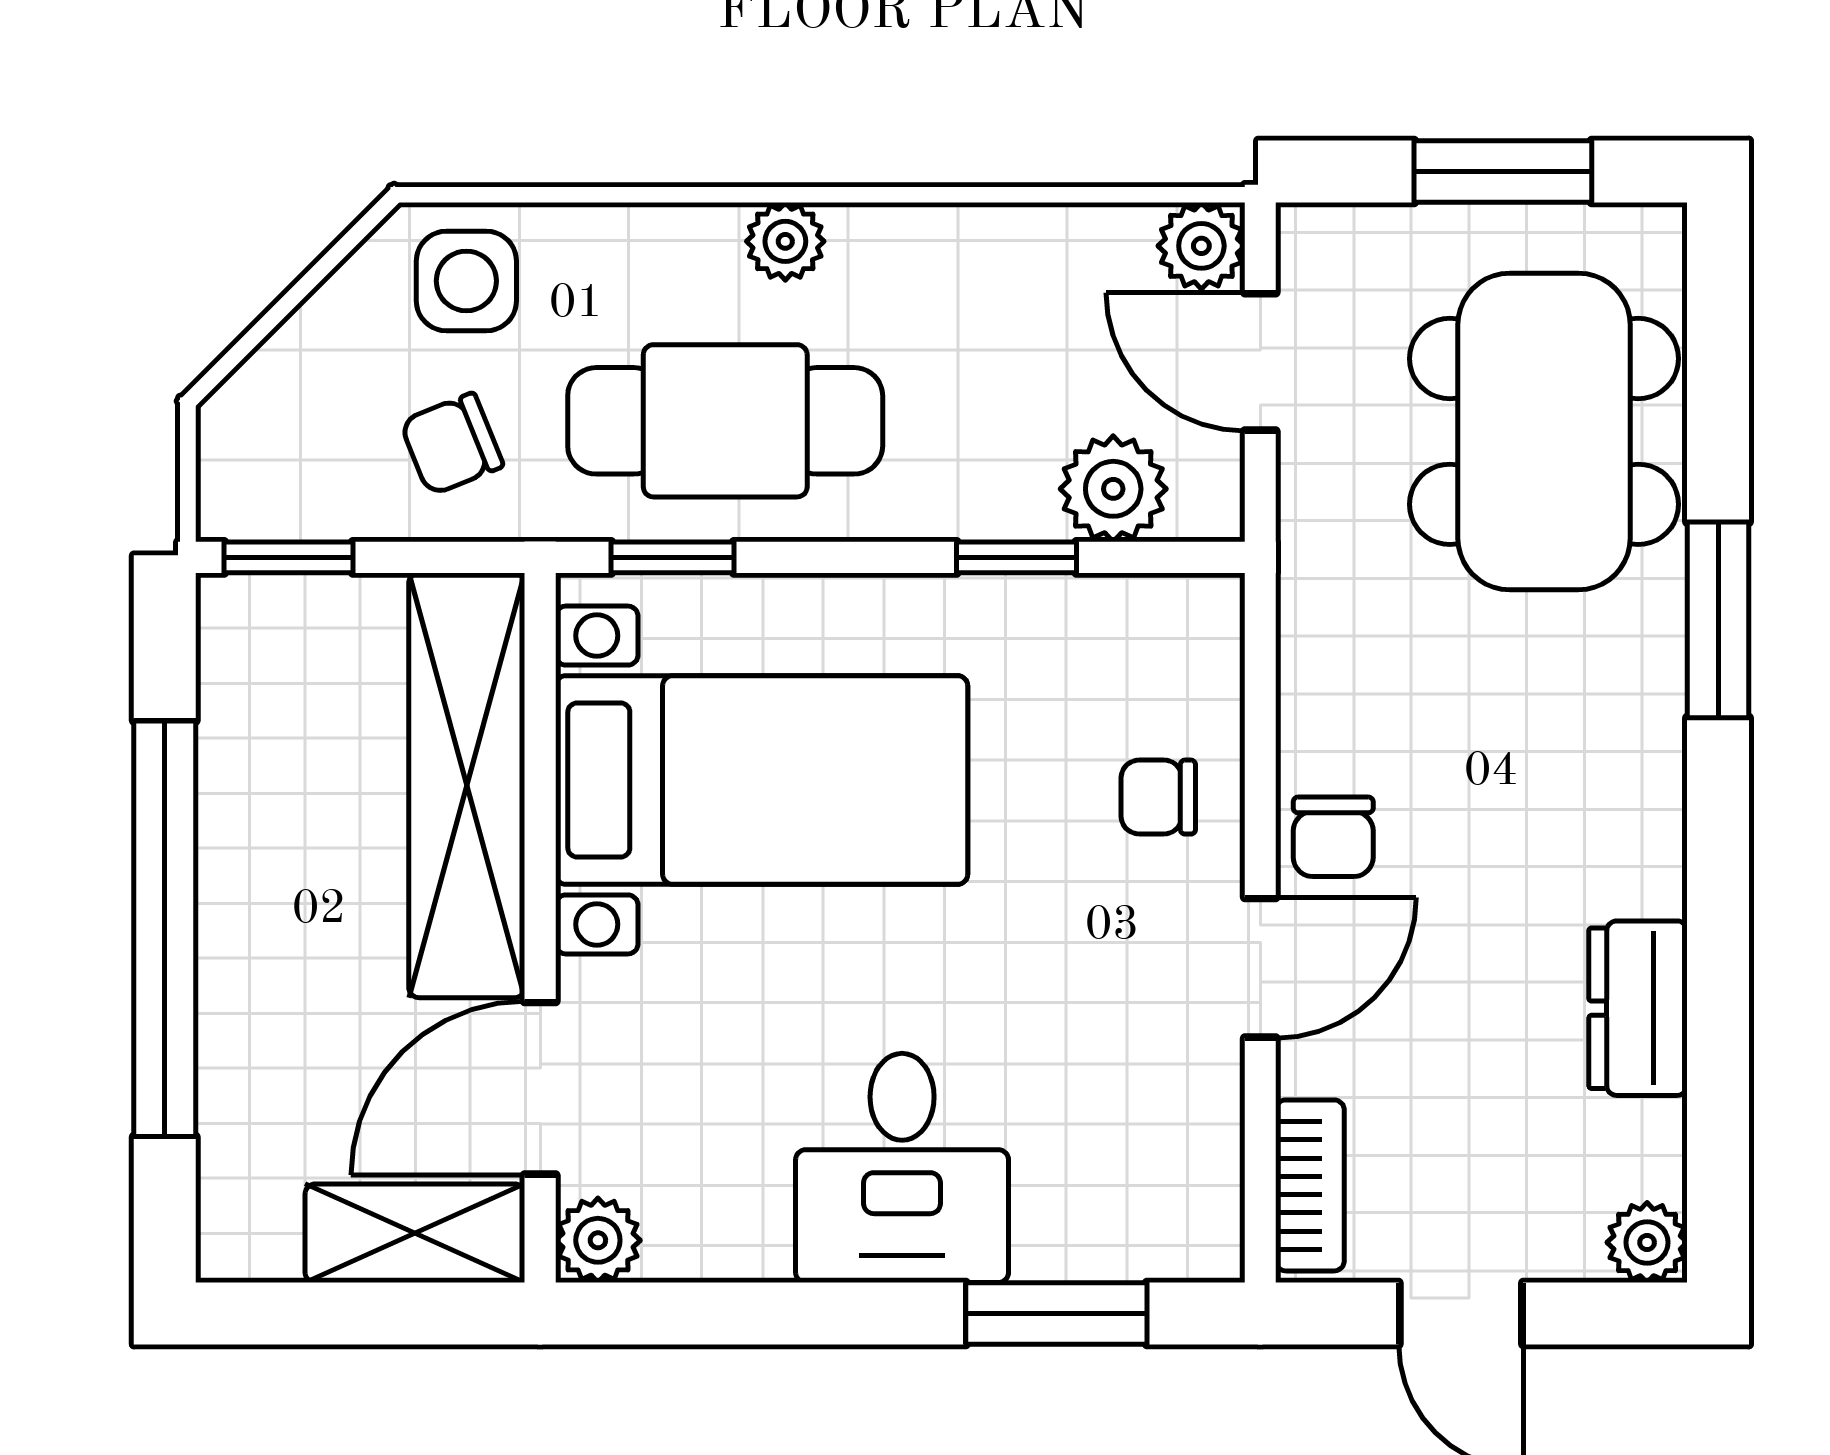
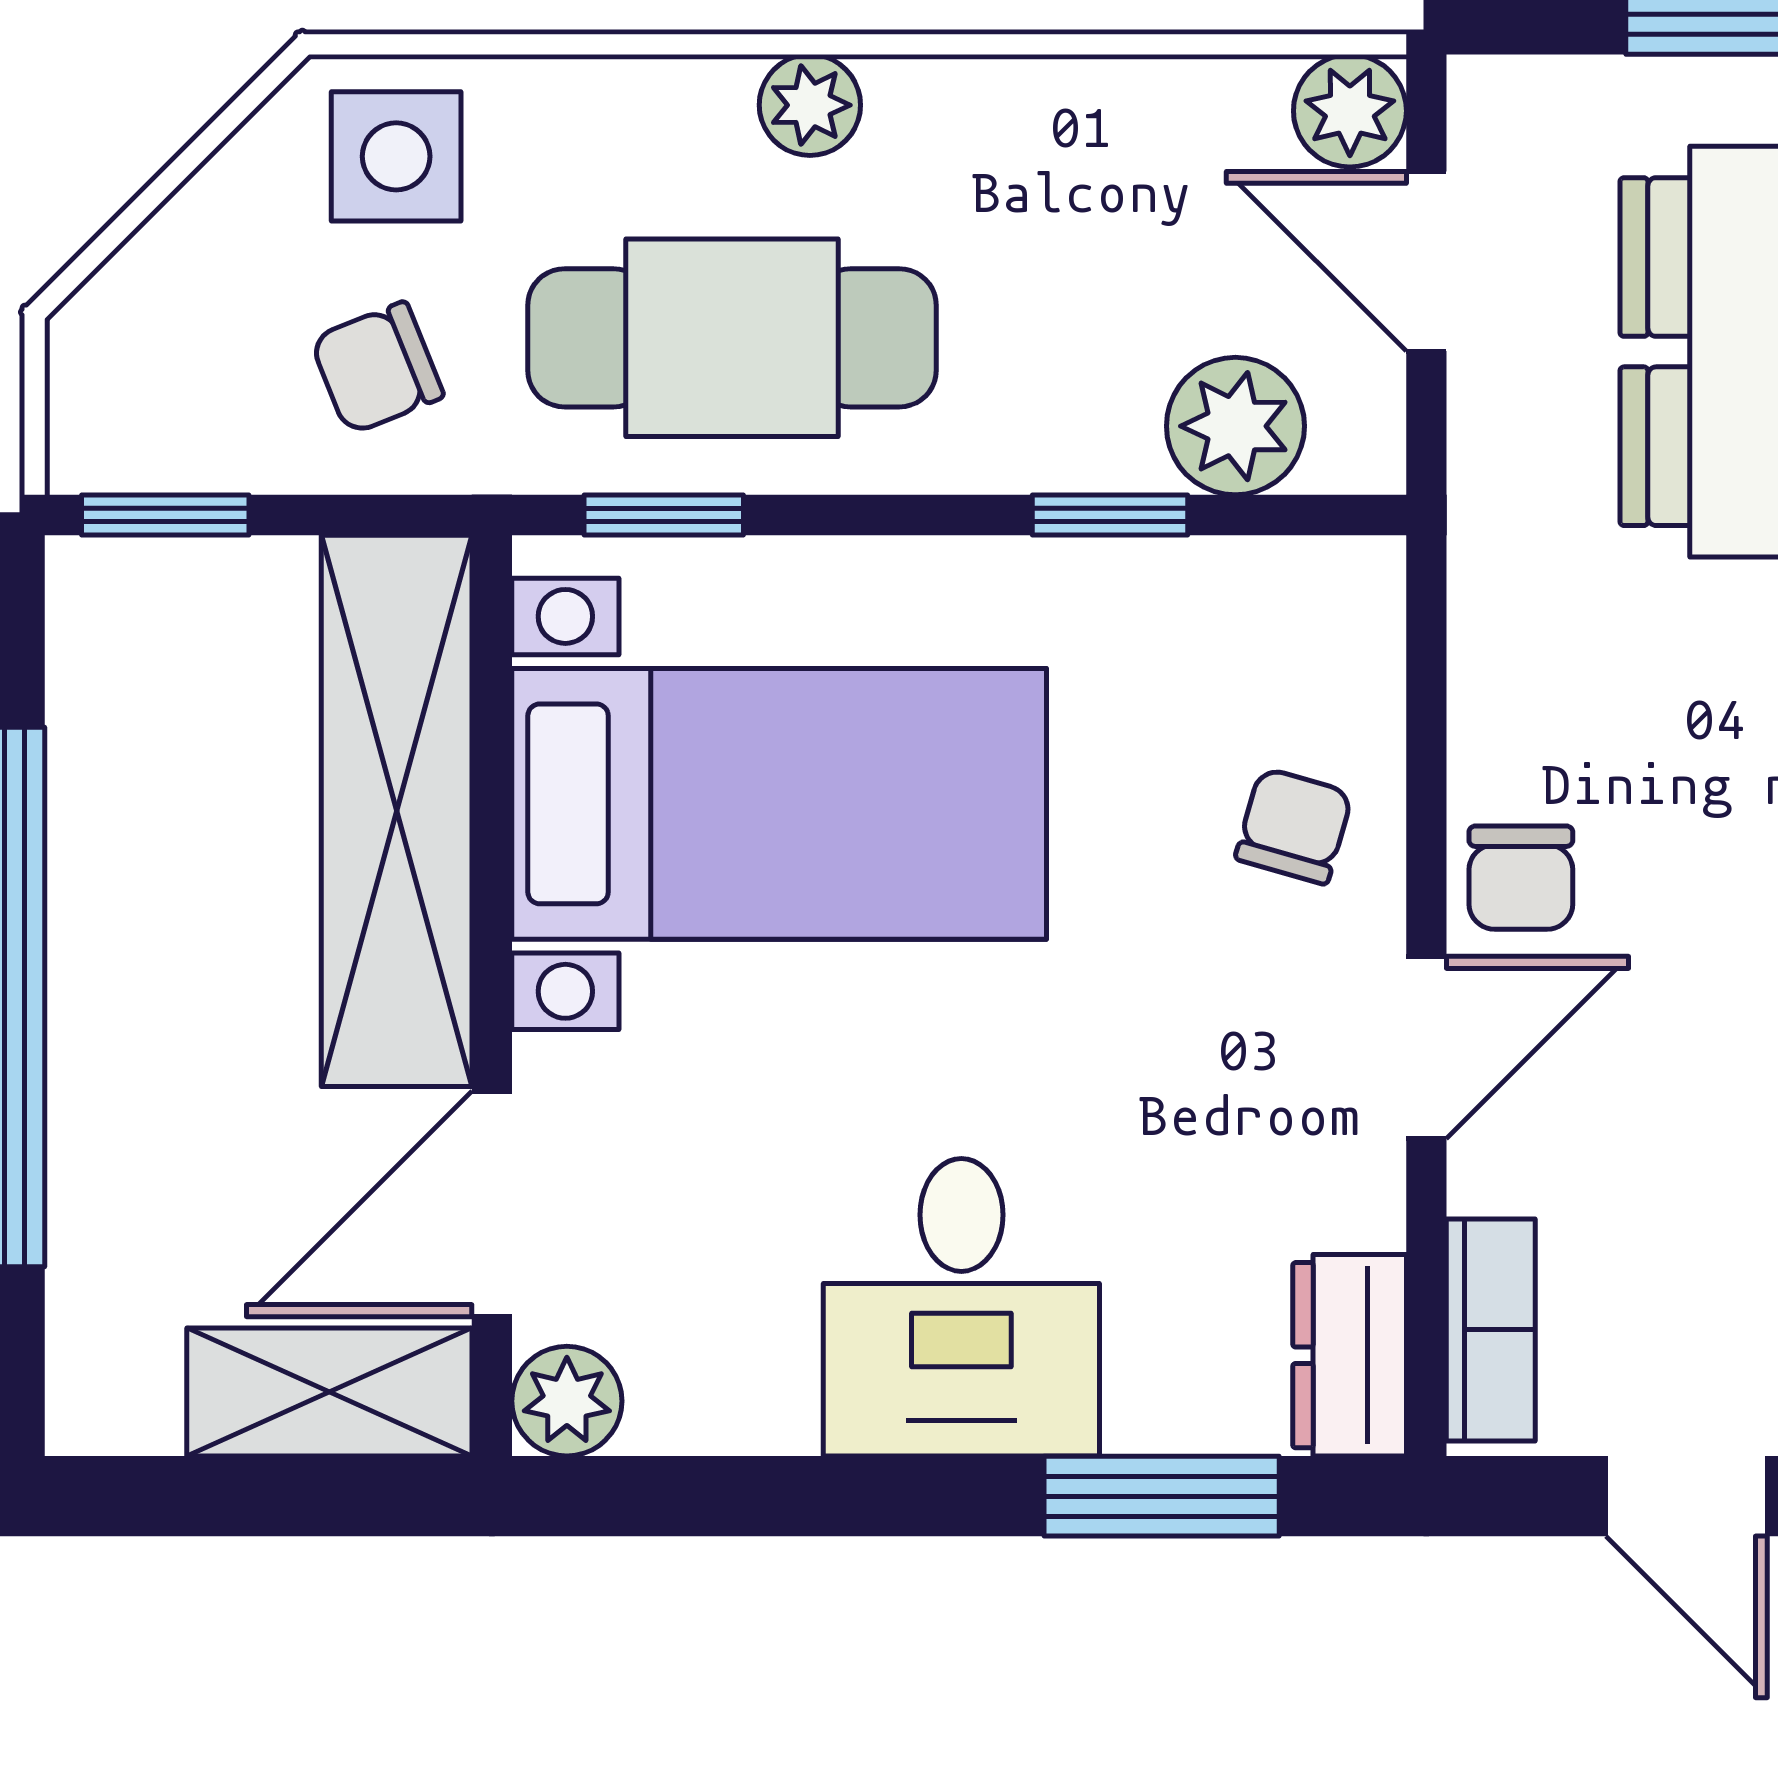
chair: (1158, 797) -> (1294, 826), turned 106
dresser: (1201, 1205) -> (1350, 1355), added

